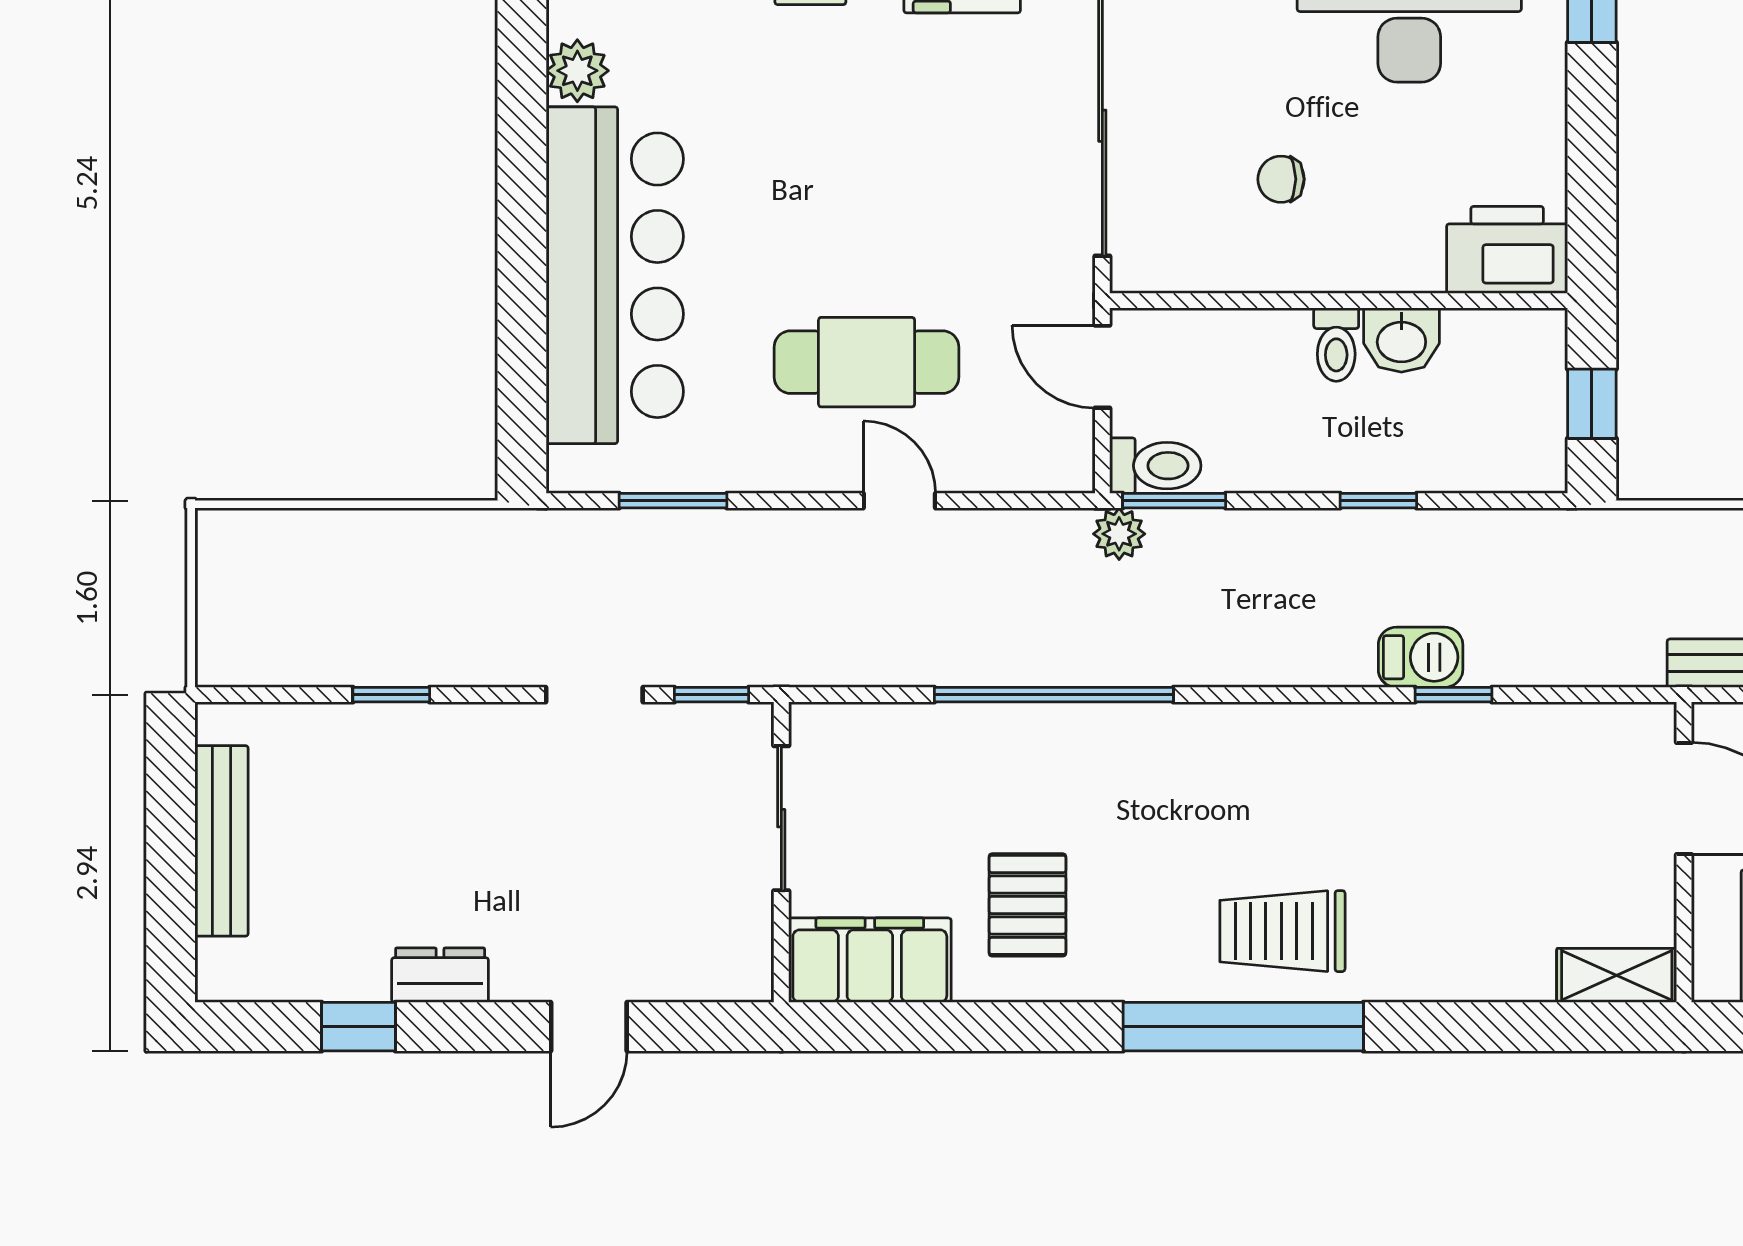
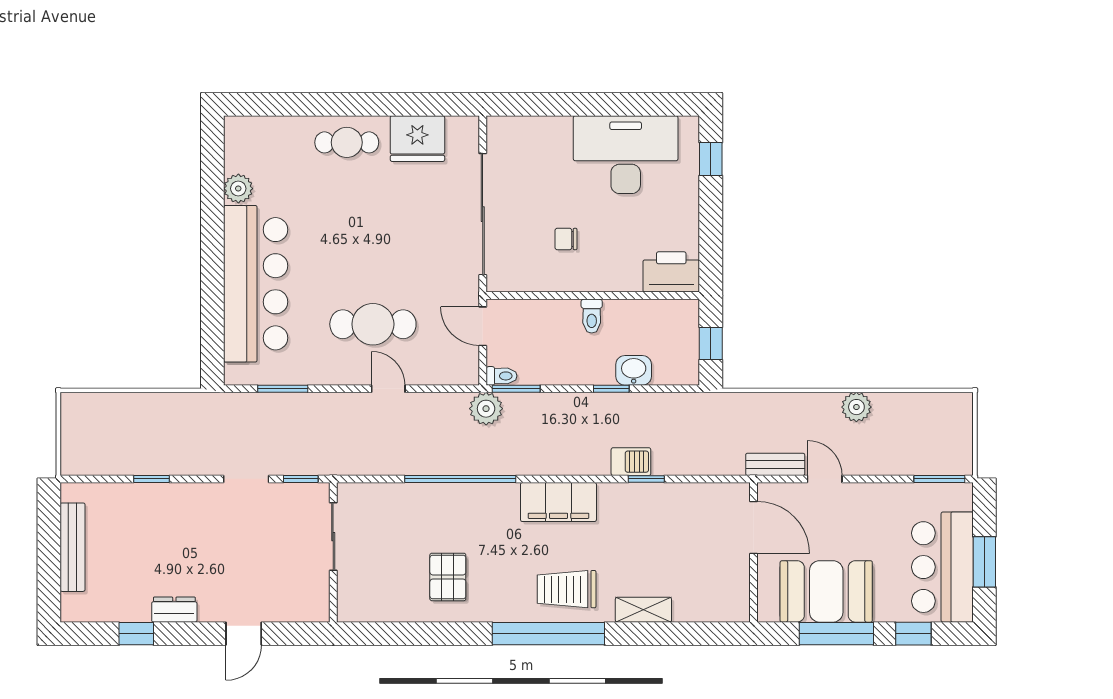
washbasin: (1401, 340) -> (634, 370), moved, turned 180
toilet: (1155, 466) -> (501, 376), width x0.73, depth x0.72
plant: (1119, 534) -> (486, 409), width x1.38, depth x1.38
filing cabinet: (870, 960) -> (558, 502), moved, turned 180
shelving: (1617, 975) -> (643, 610), moved

